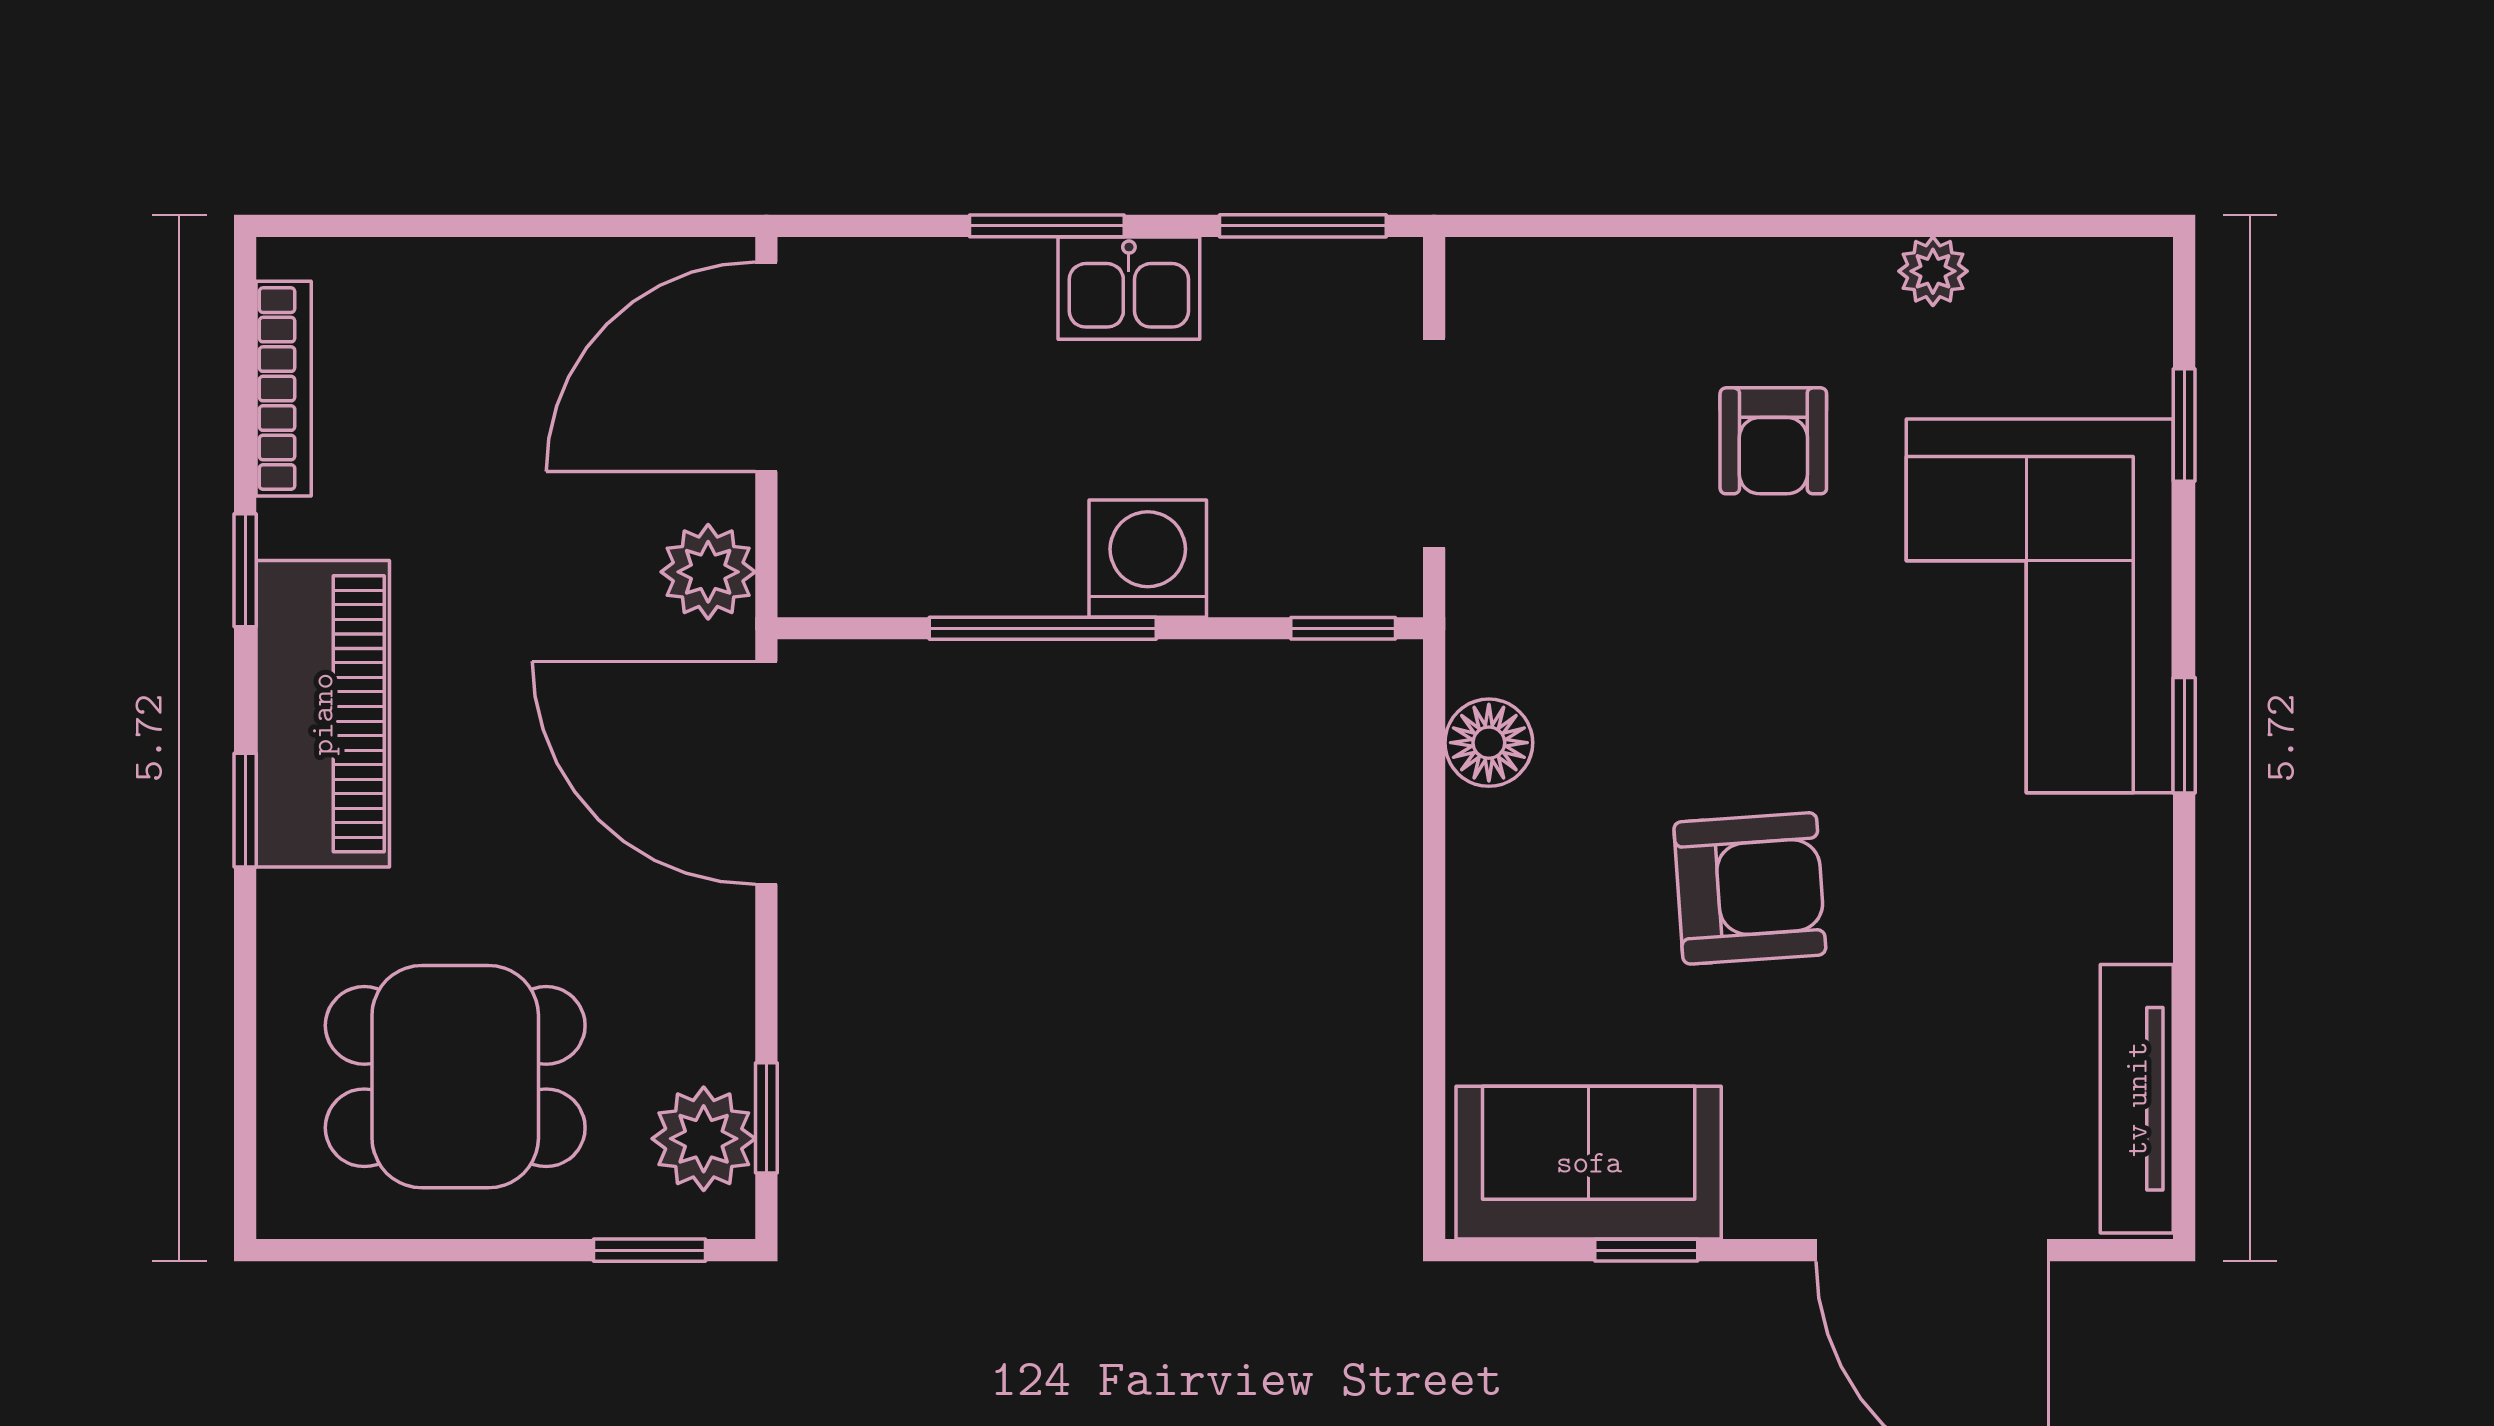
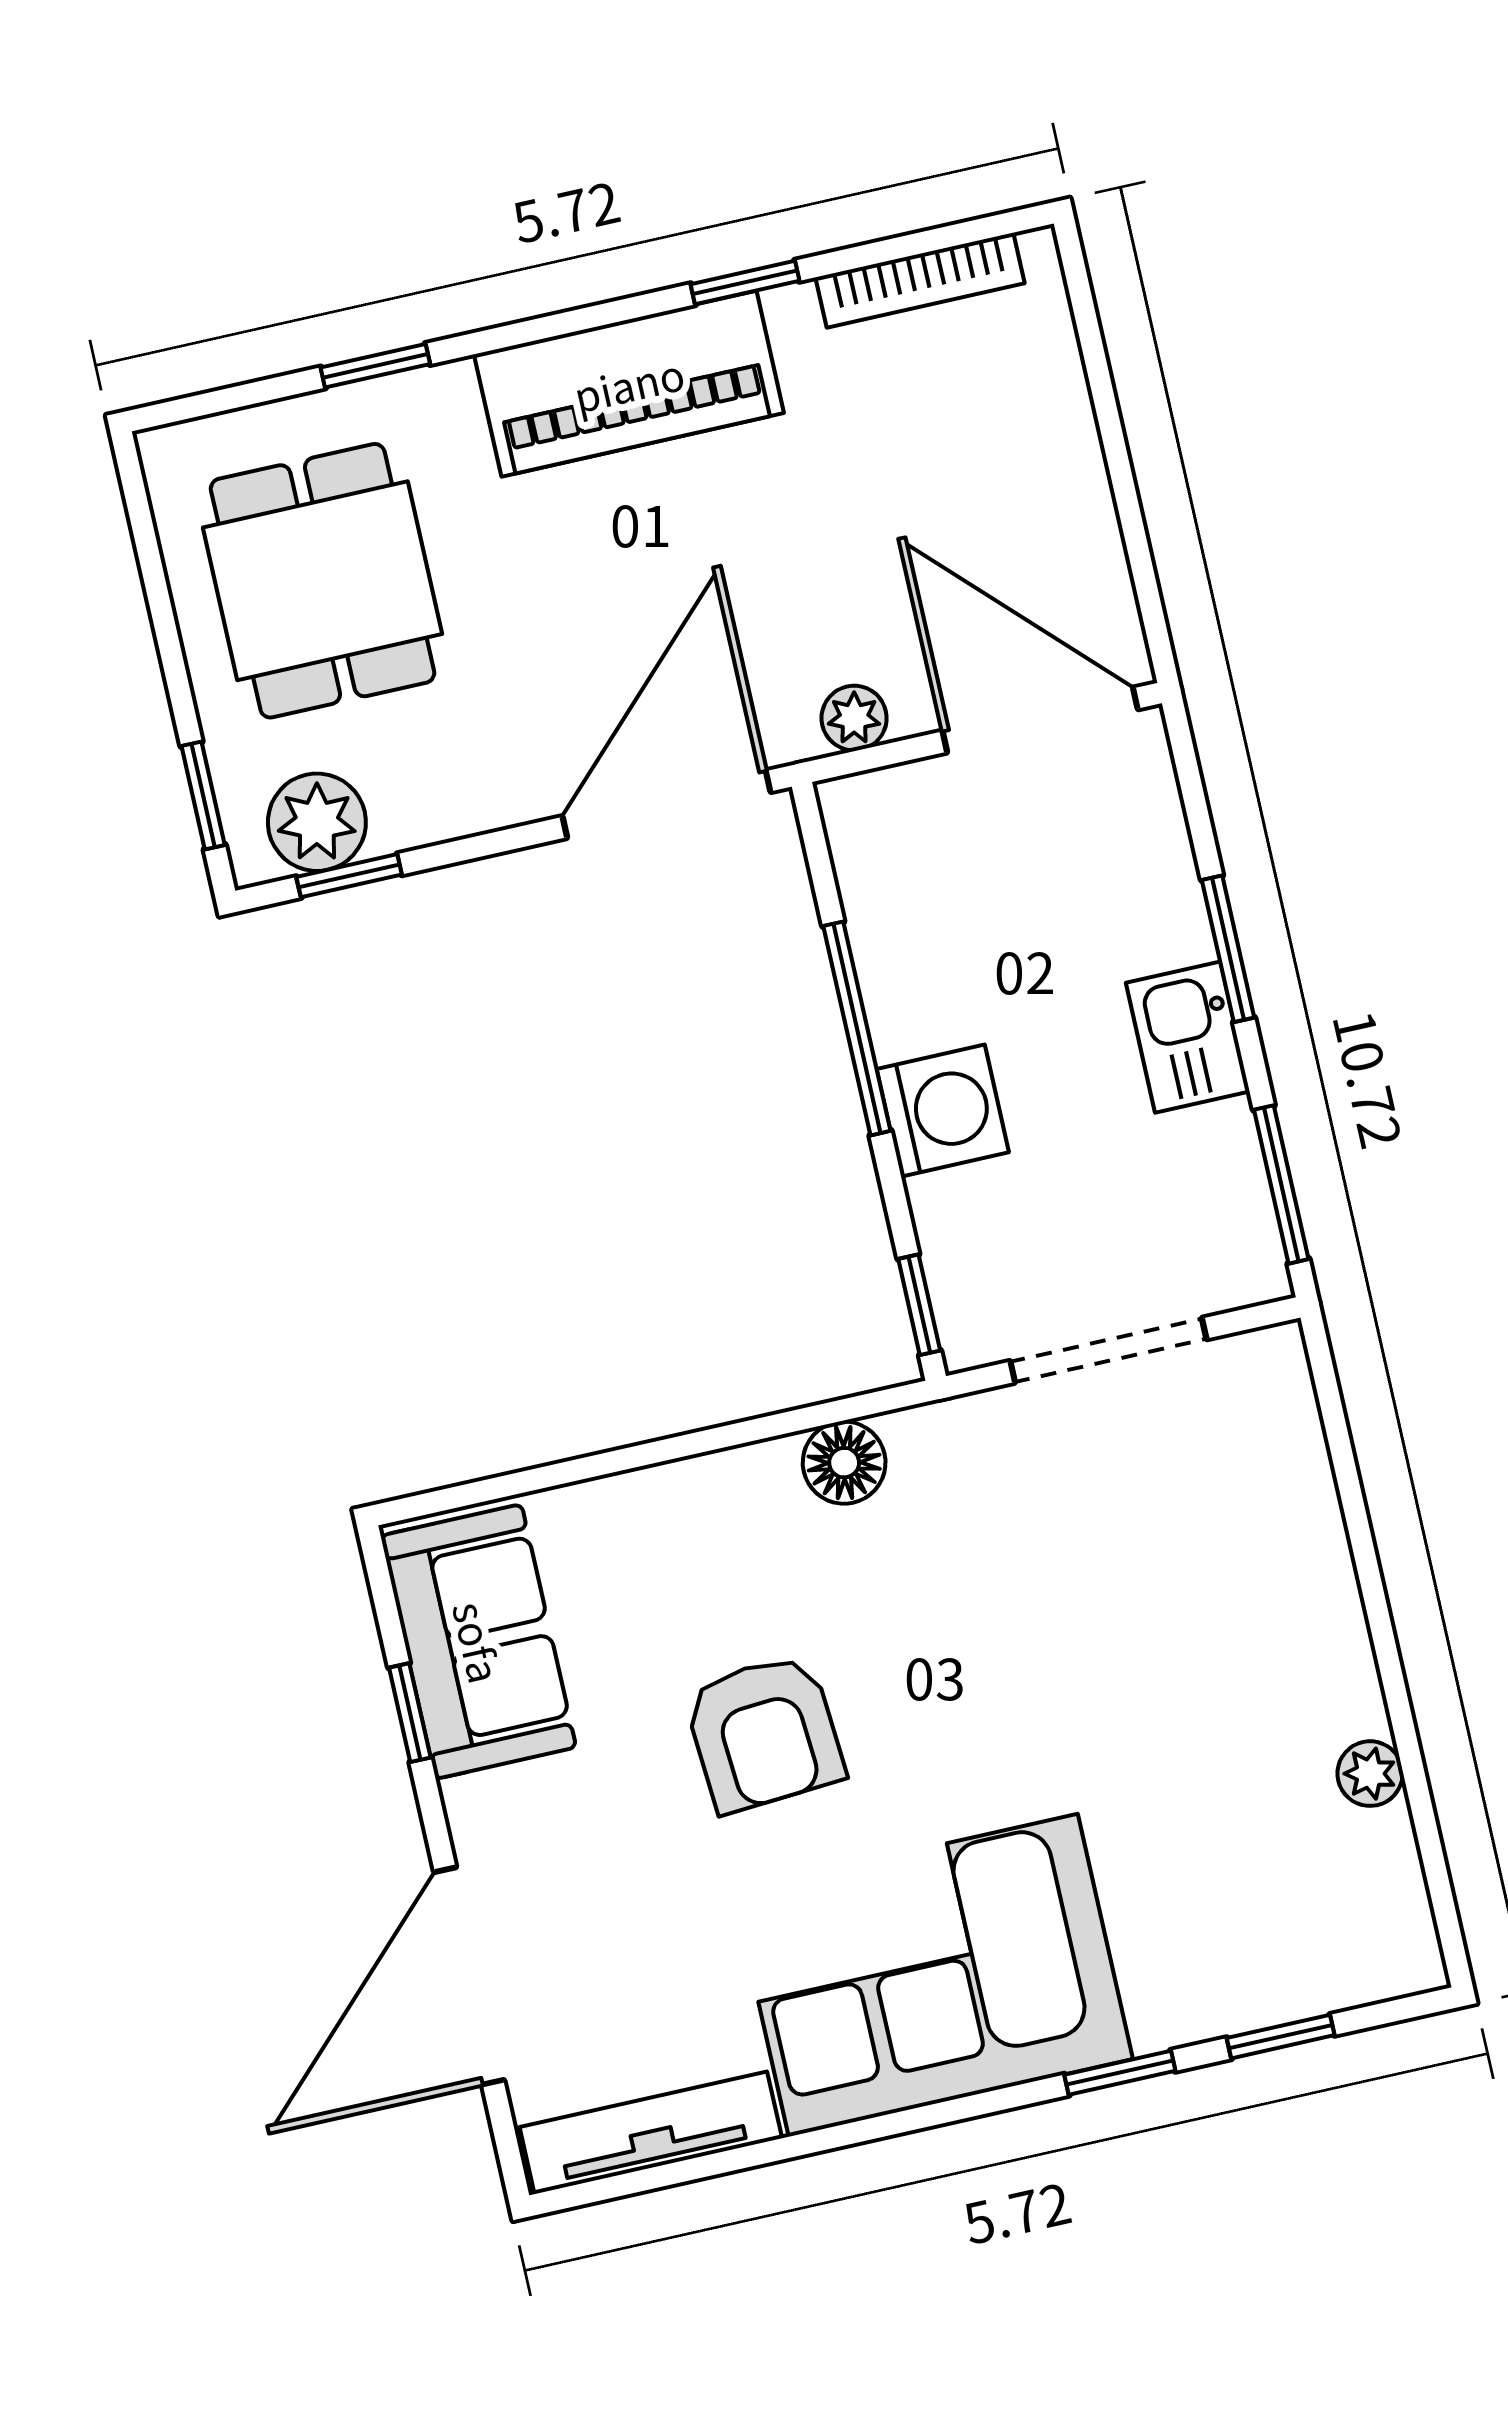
armchair: (1773, 441) -> (1181, 1662), removed
plant: (708, 572) -> (854, 718), width x0.73, depth x0.73
corner sofa: (2040, 606) -> (933, 1975), moved
window: (2184, 735) -> (1120, 2073), moved
window: (245, 810) -> (375, 366), moved

